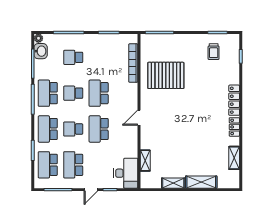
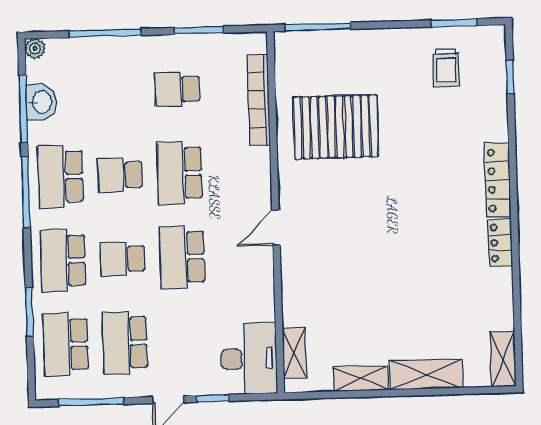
washbasin: (41, 51) -> (41, 102), moved
school desk: (73, 57) -> (177, 89), moved
shelving: (234, 158) -> (503, 359), moved
shelving: (145, 161) -> (294, 353), moved

